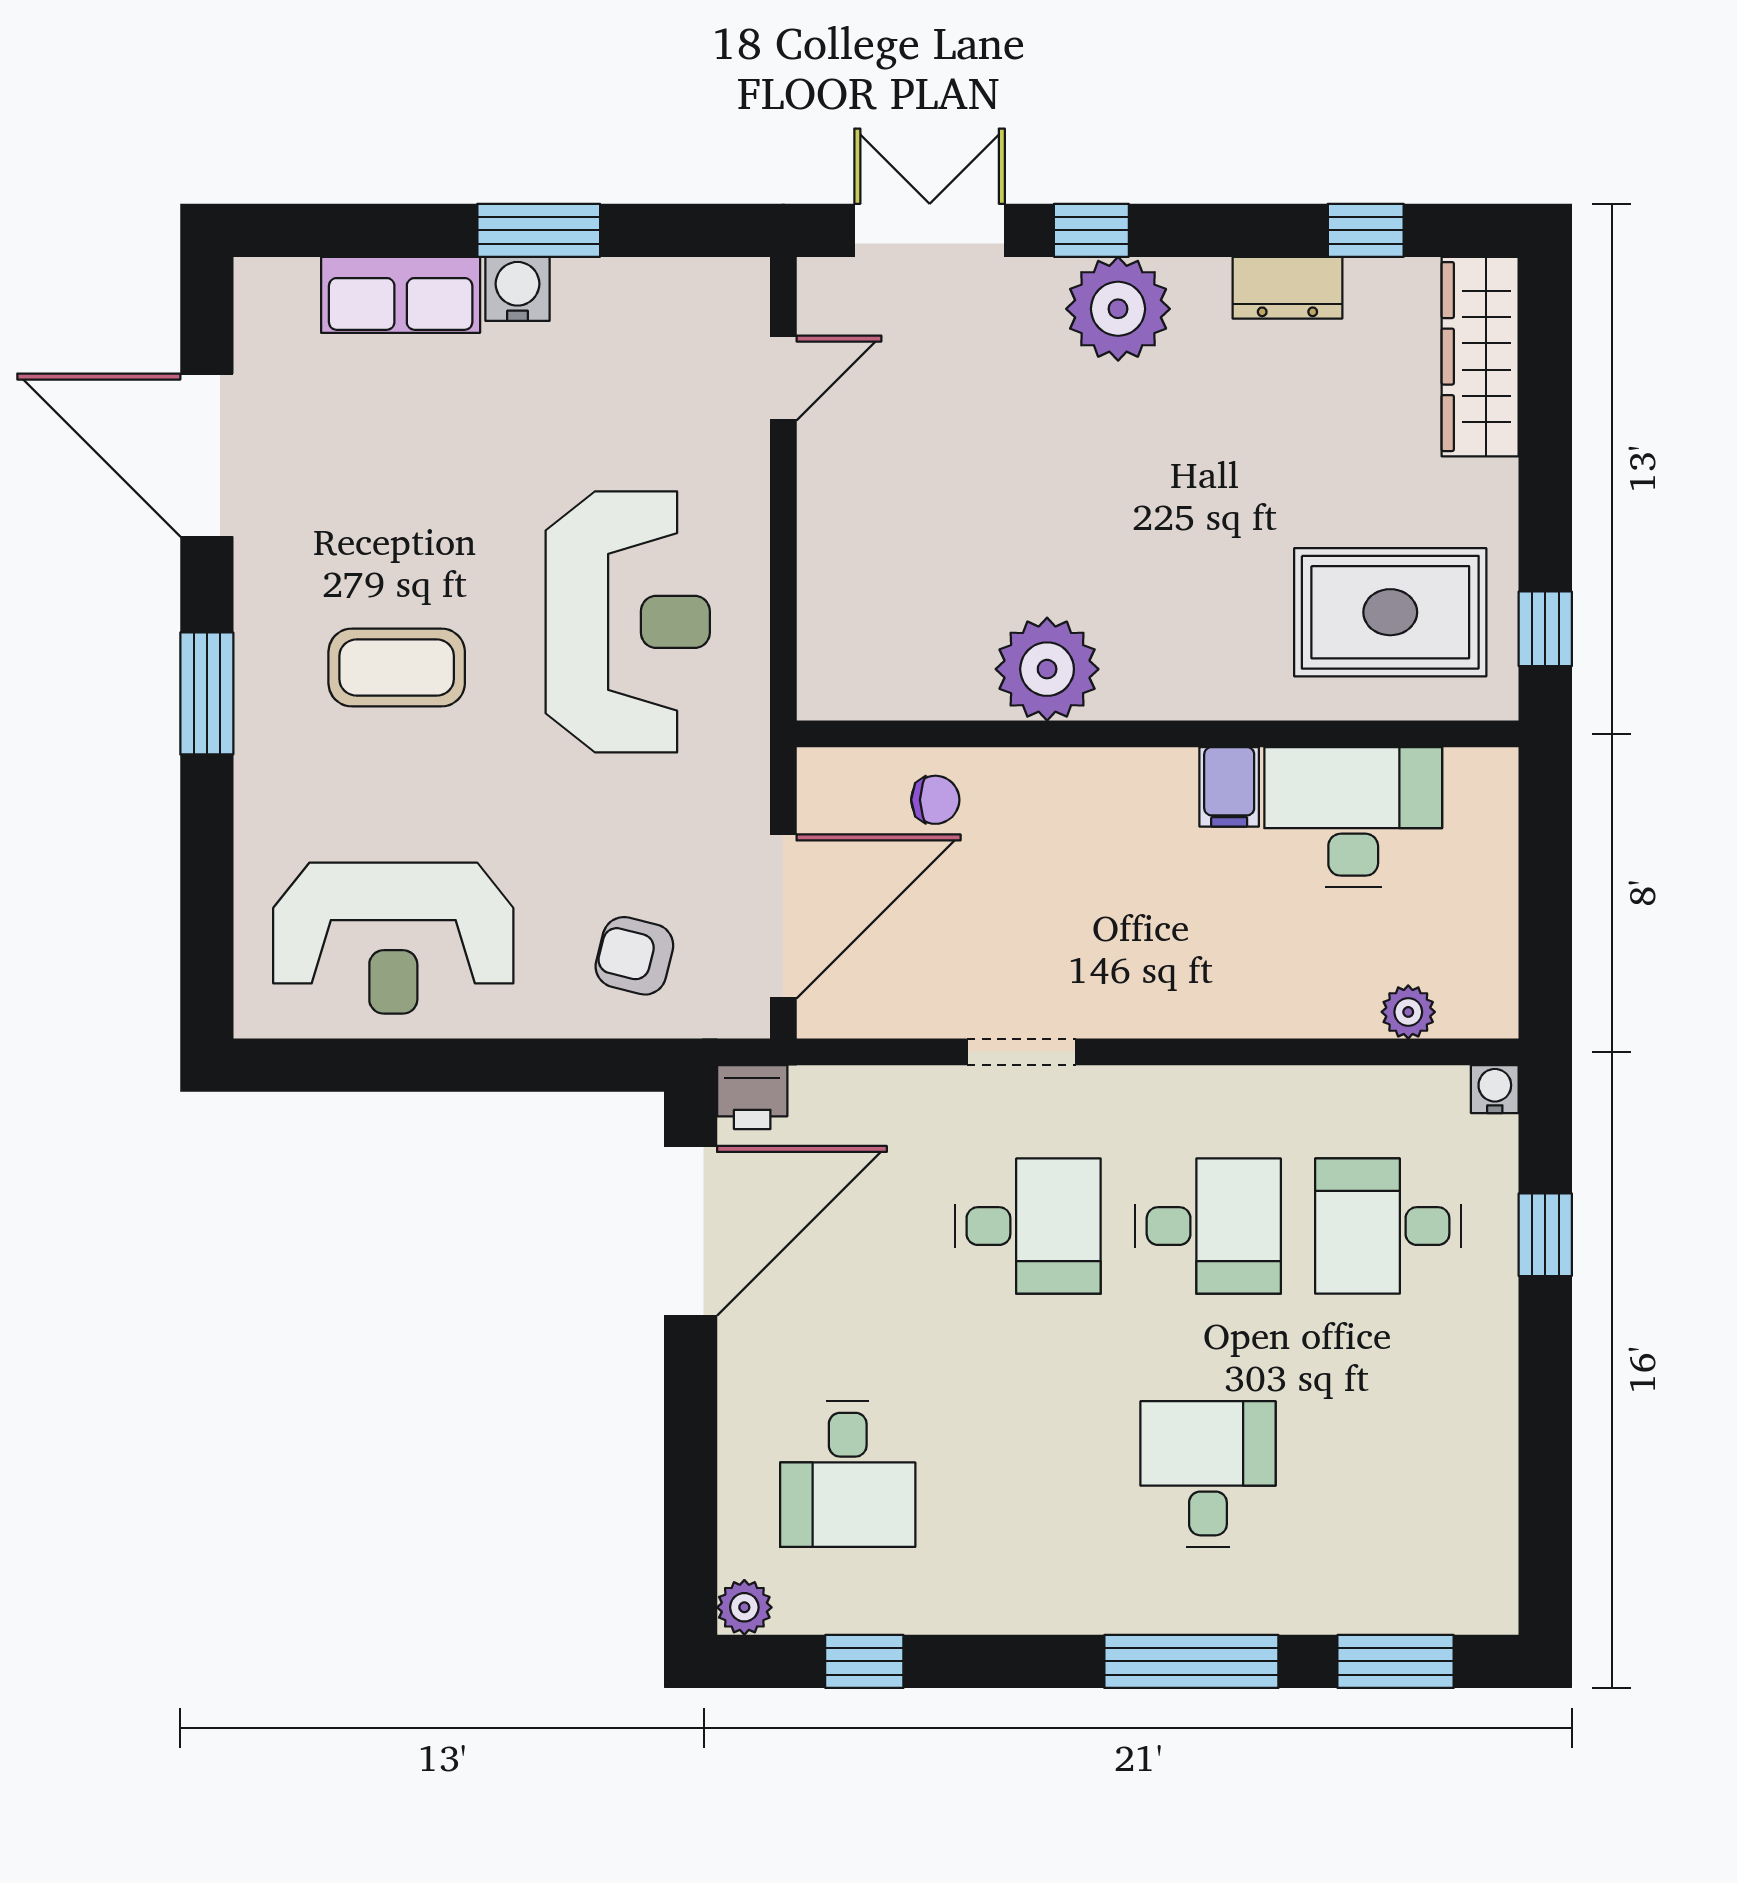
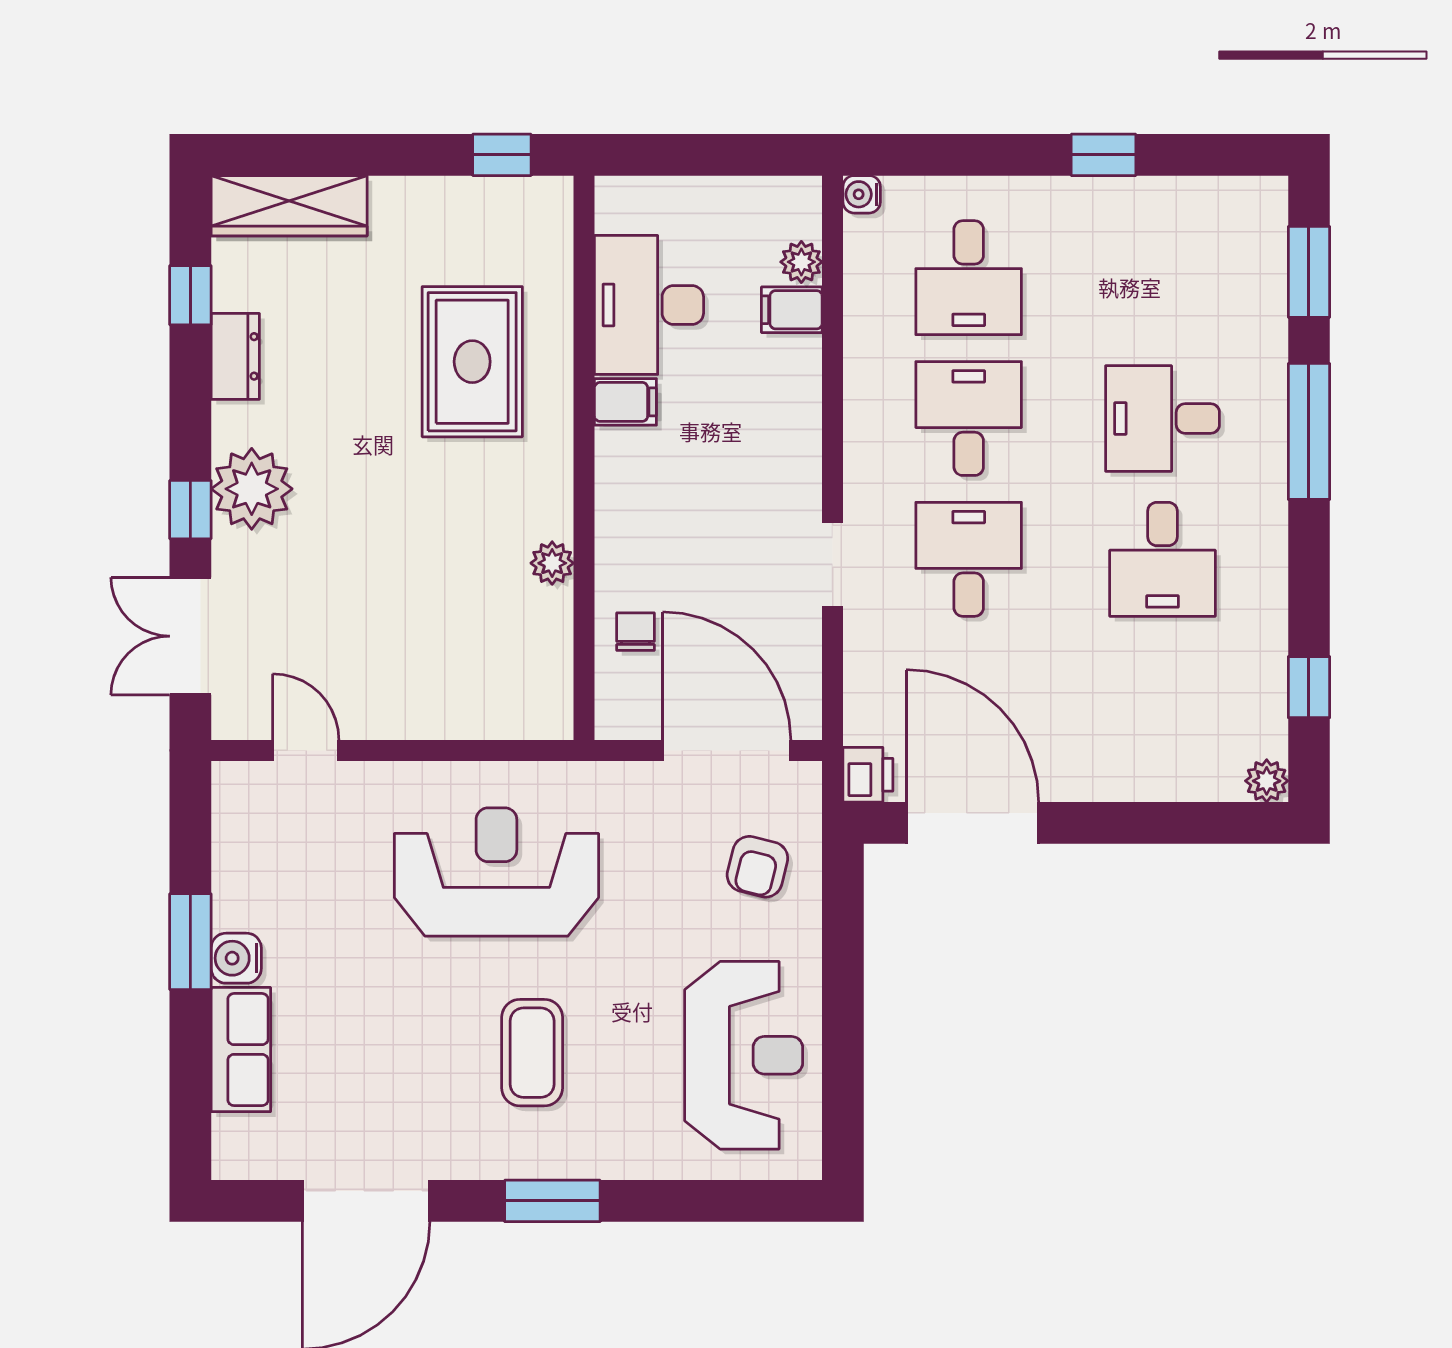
rug: (1390, 612) -> (472, 362), moved
plant: (1047, 669) -> (552, 563), width x0.53, depth x0.53
filing cabinet: (1347, 1000) -> (792, 310), added
window: (1545, 1235) -> (1104, 155), moved
desk: (848, 1474) -> (1163, 559), moved, turned 90

